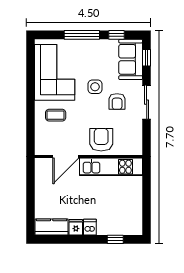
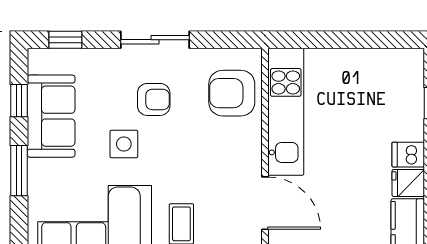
window: (82, 35) -> (19, 171), width x0.69
sofa: (131, 59) -> (51, 116), moved, turned -90
armchair: (101, 140) -> (232, 93), moved

